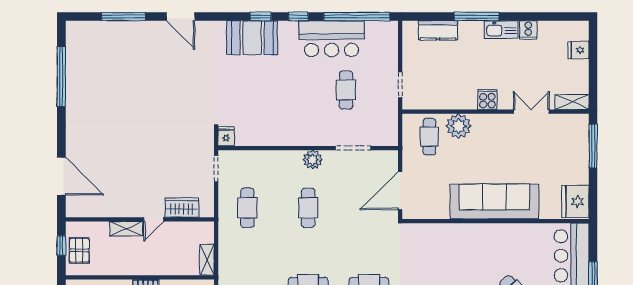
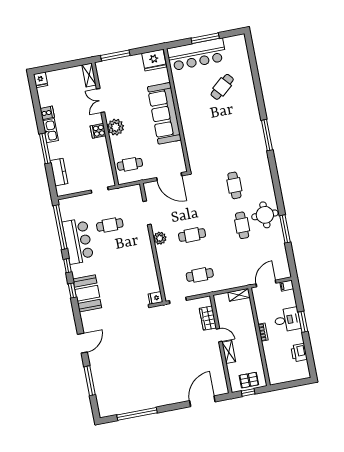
fridge: (578, 50) -> (41, 80), moved
plant: (458, 126) -> (116, 127), moved

